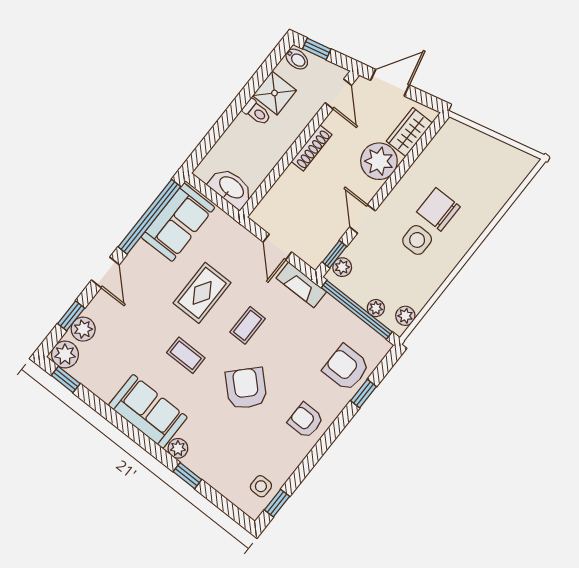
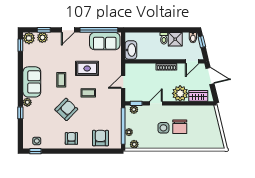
chair: (438, 209) -> (180, 127), turned 180
fireplace: (301, 285) -> (117, 100), removed
window: (363, 394) -> (96, 151), removed

